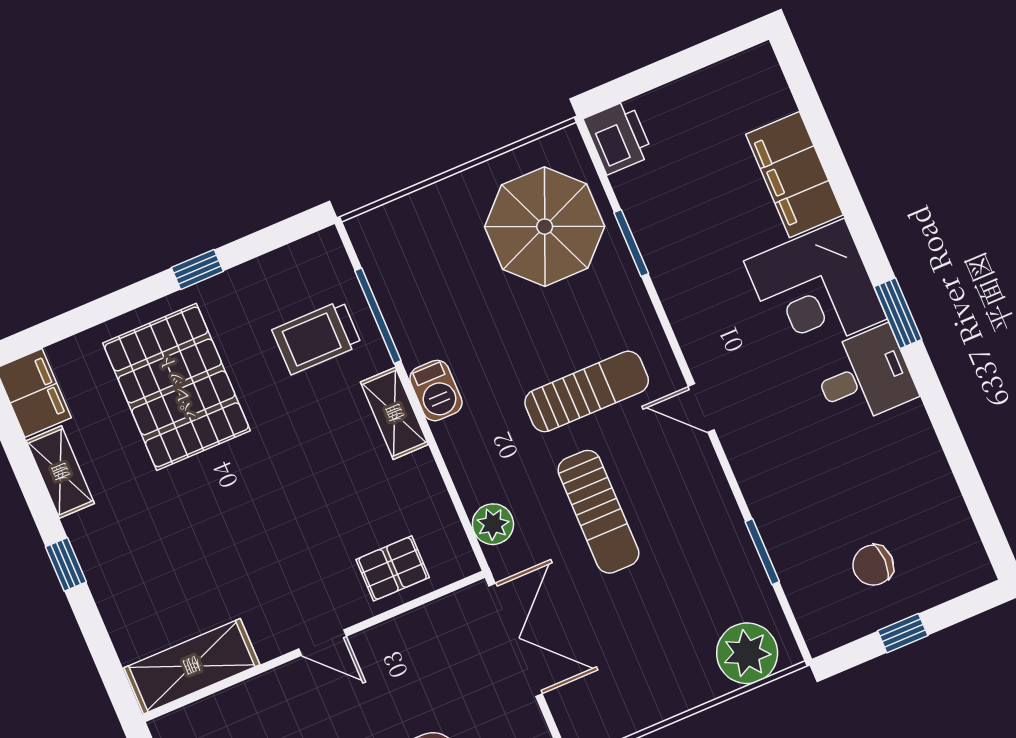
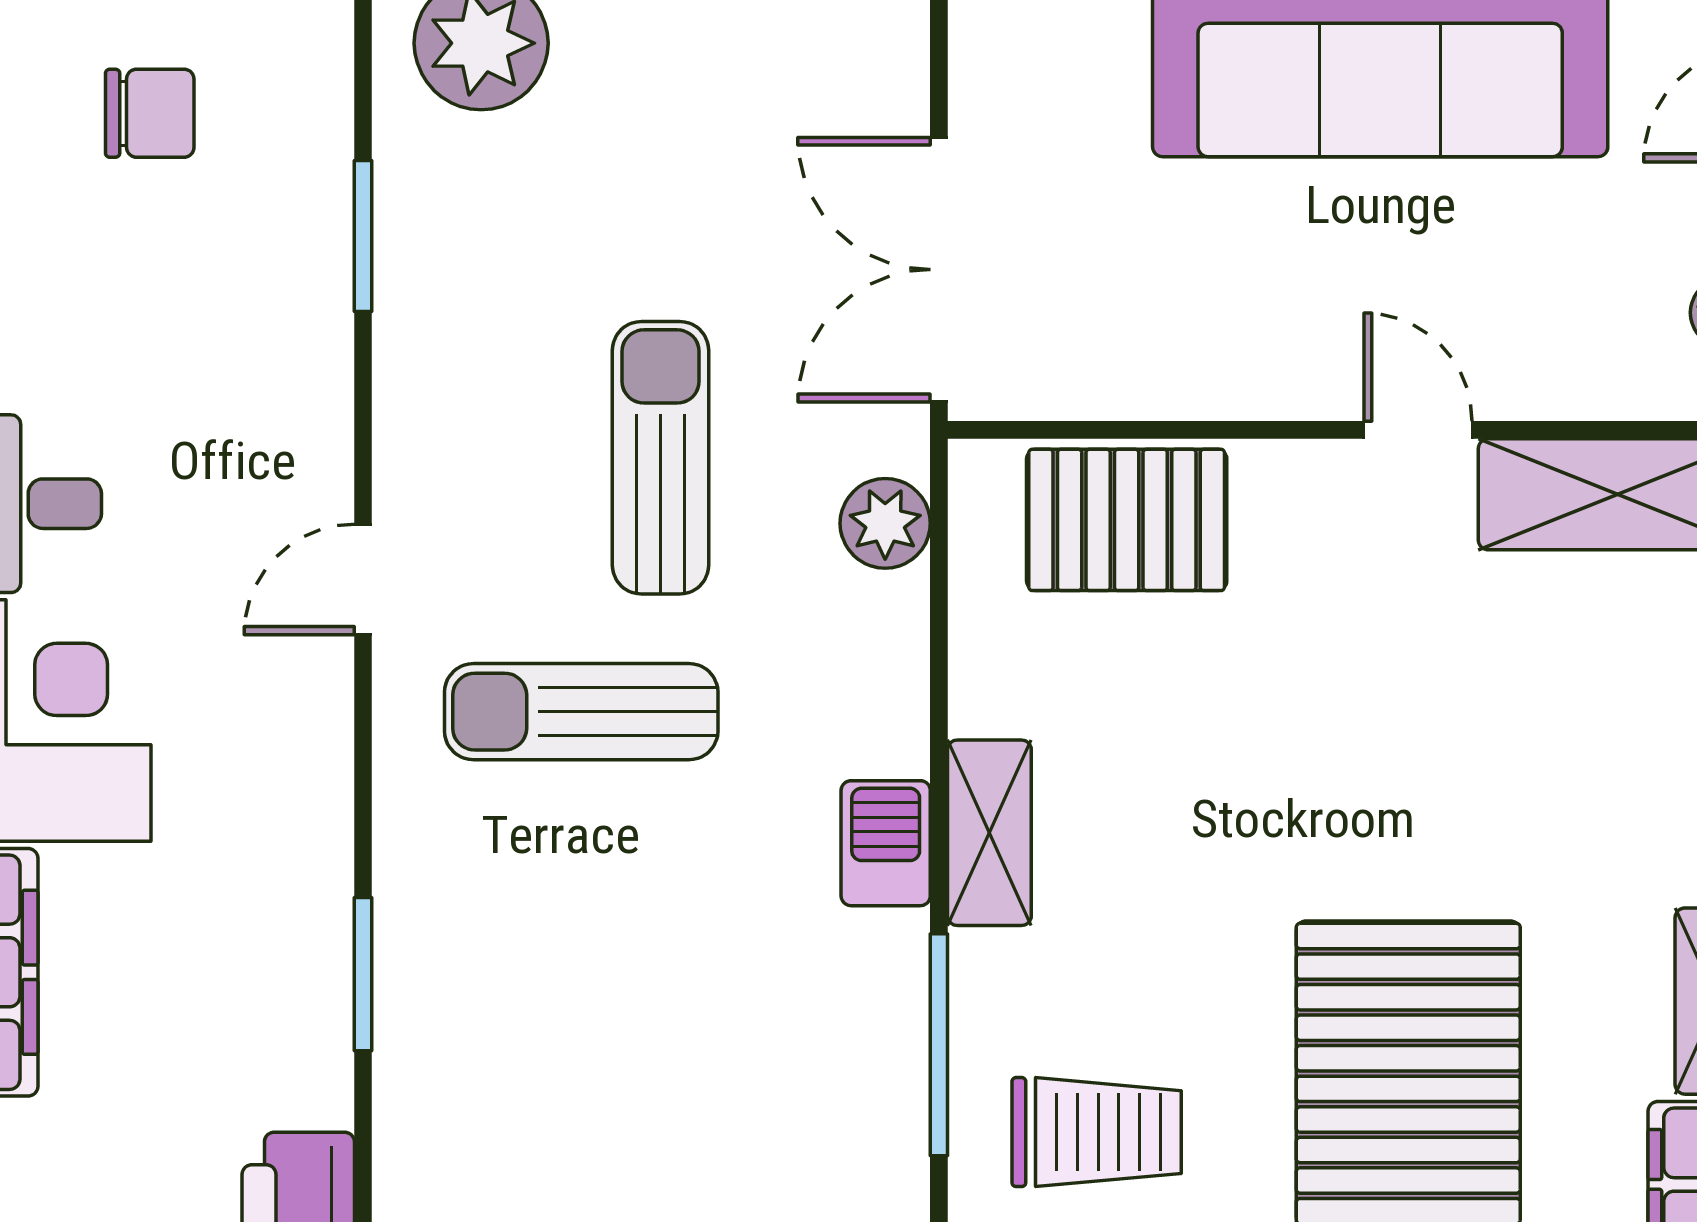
parasol: (545, 227) -> (524, 1082), removed
trolley: (317, 337) -> (1097, 1132), moved
door: (701, 408) -> (363, 579), swing flipped
pallet: (393, 568) -> (1127, 520), width x1.50, depth x1.42
door: (323, 643) -> (1418, 430), moved

